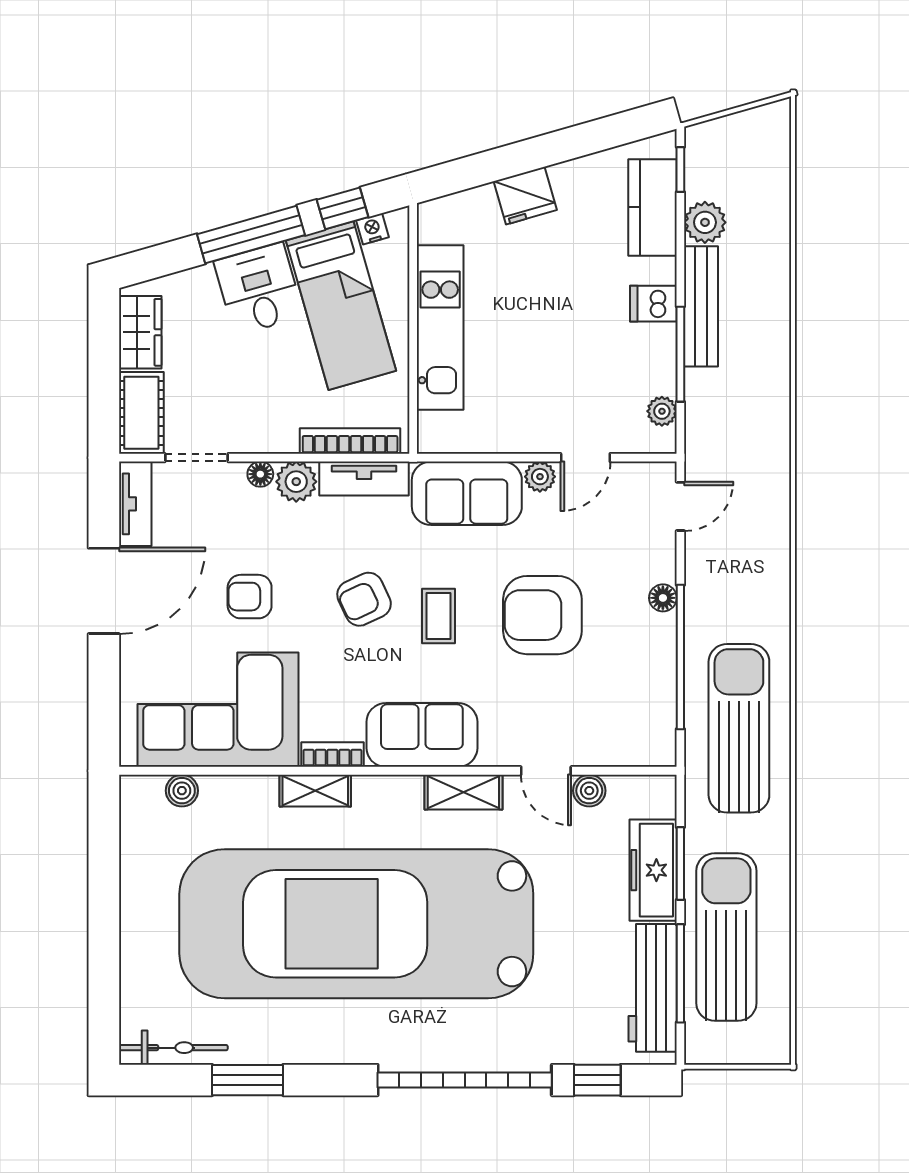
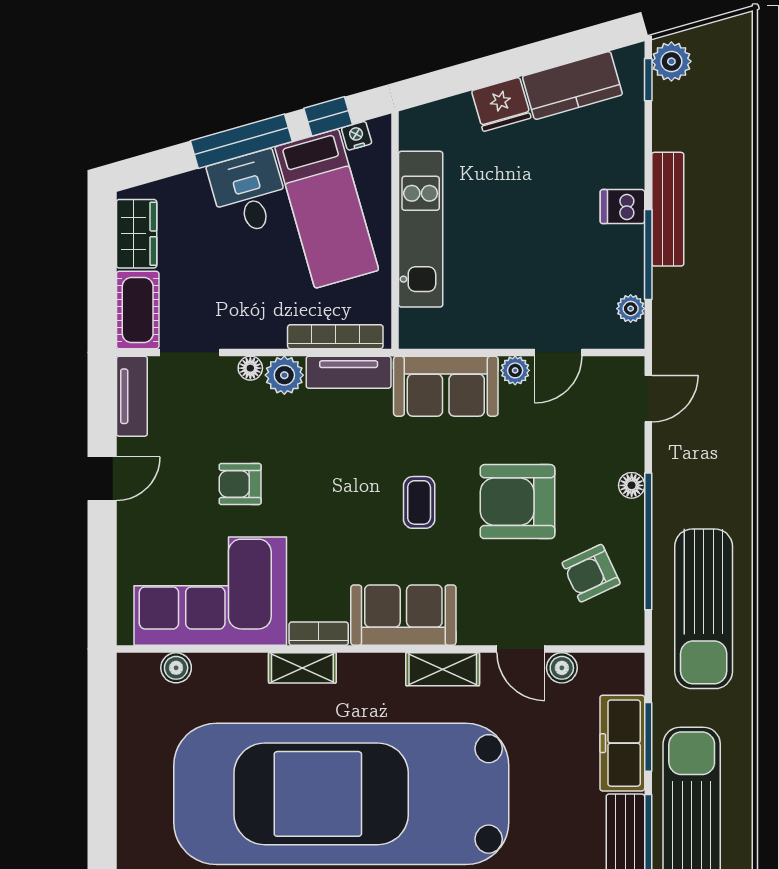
kitchen counter: (652, 207) -> (572, 85), moved, turned -106
plant: (705, 222) -> (671, 61), moved
door: (104, 591) -> (102, 479), width x0.53
armchair: (364, 599) -> (591, 573), moved
sun lounger: (739, 728) -> (704, 609), turned 180

